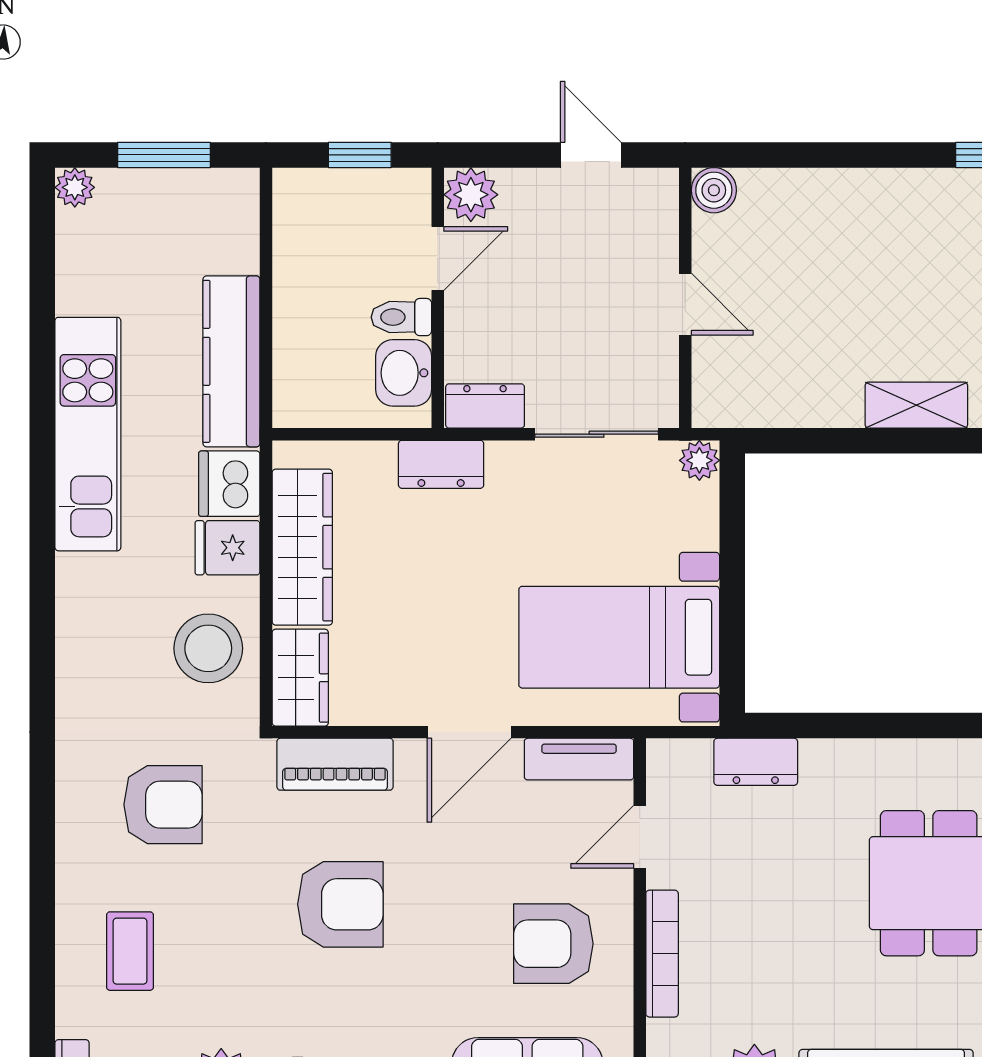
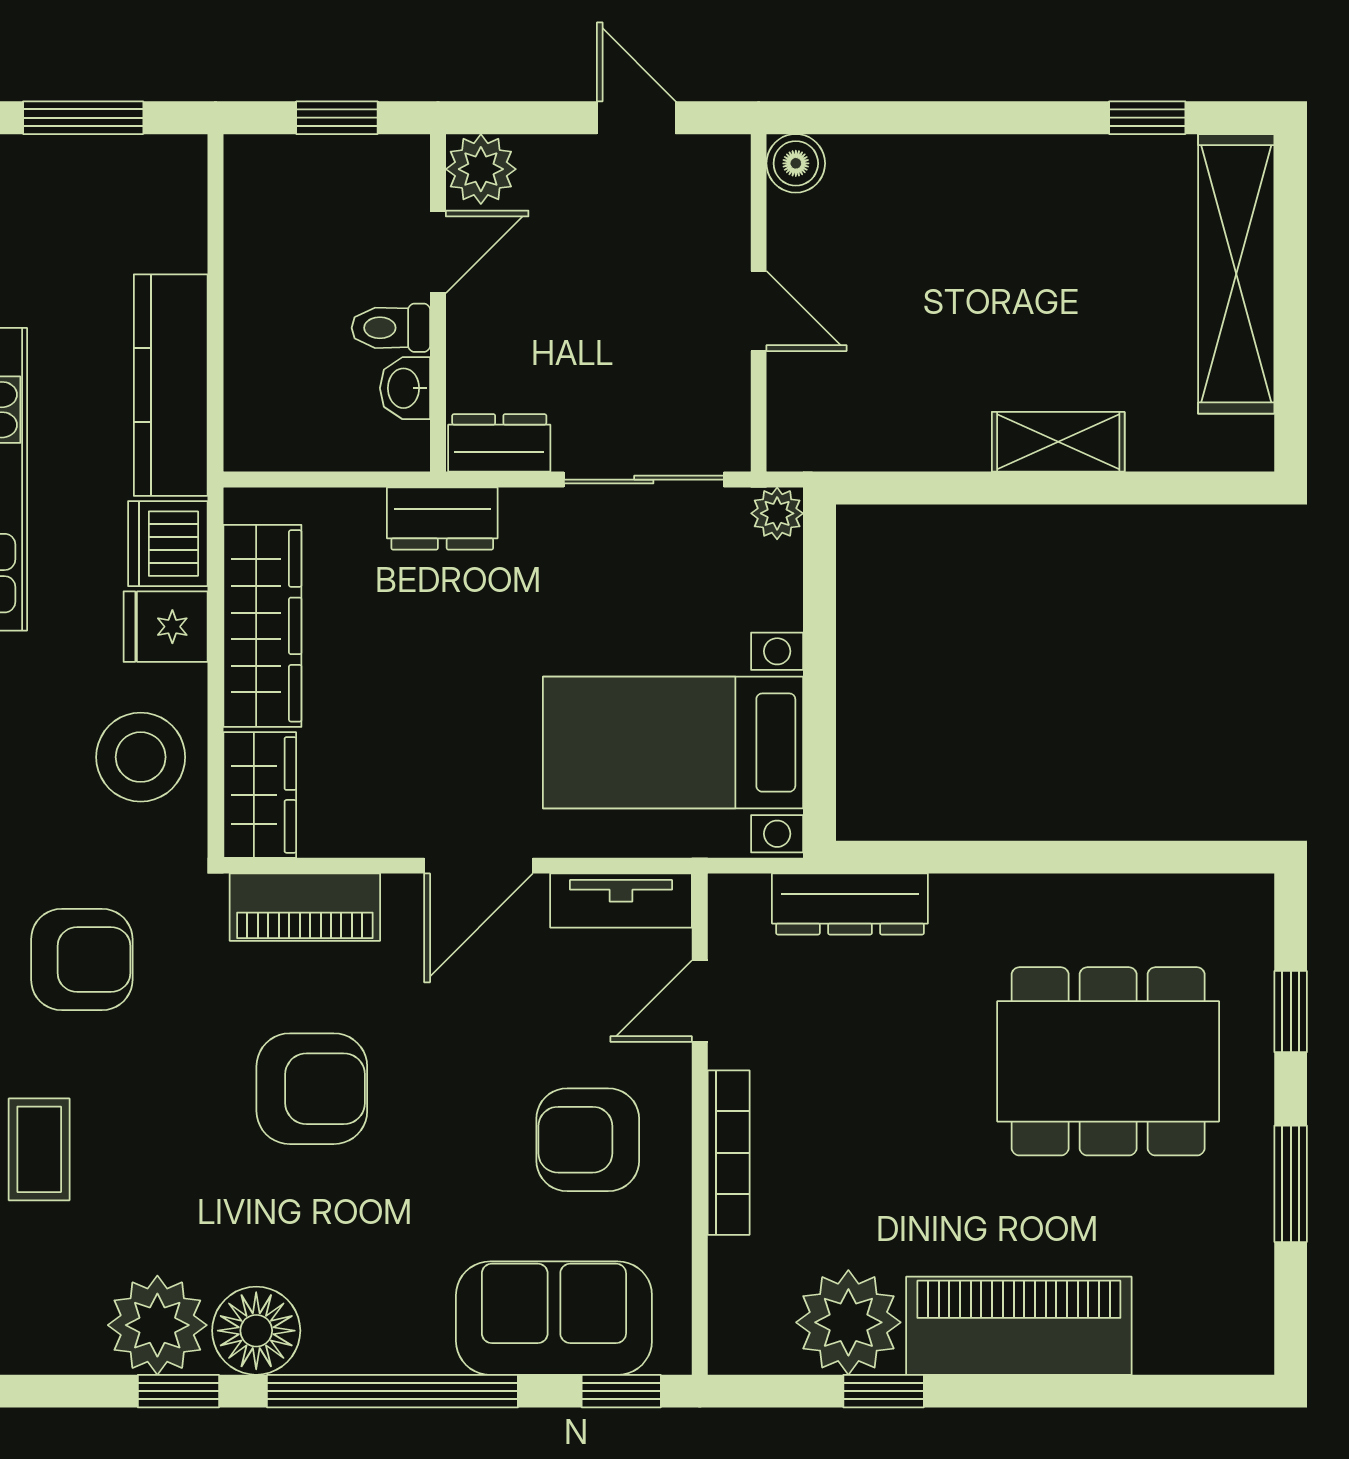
washbasin: (404, 373) -> (405, 388), width x0.72, depth x0.69
dresser: (756, 762) -> (850, 904), width x1.44

